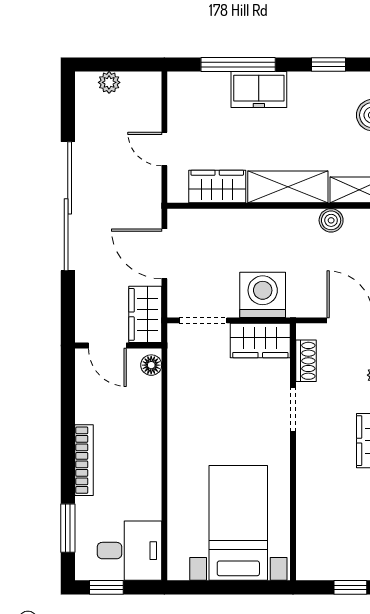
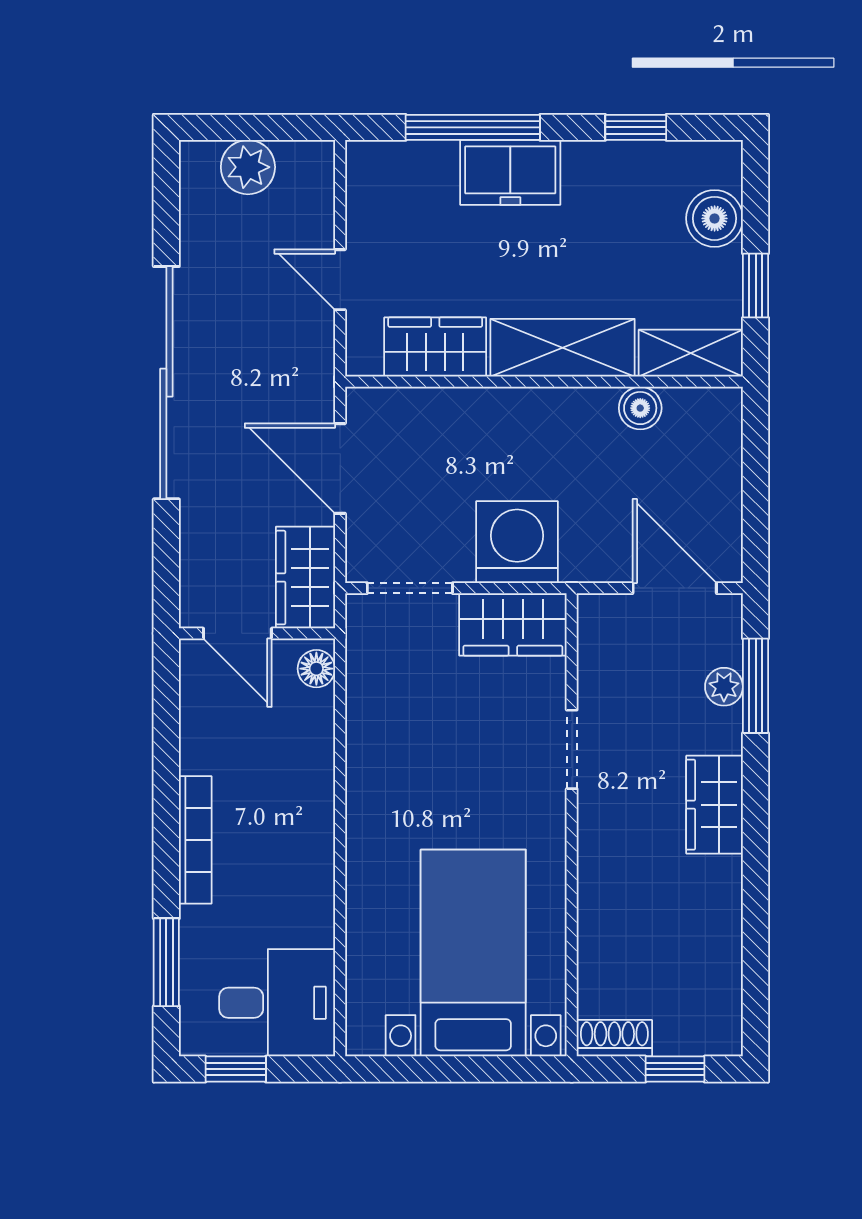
plant: (109, 82) -> (248, 167), width x1.38, depth x1.38
shoe rack: (306, 361) -> (614, 1038), moved, turned -90

